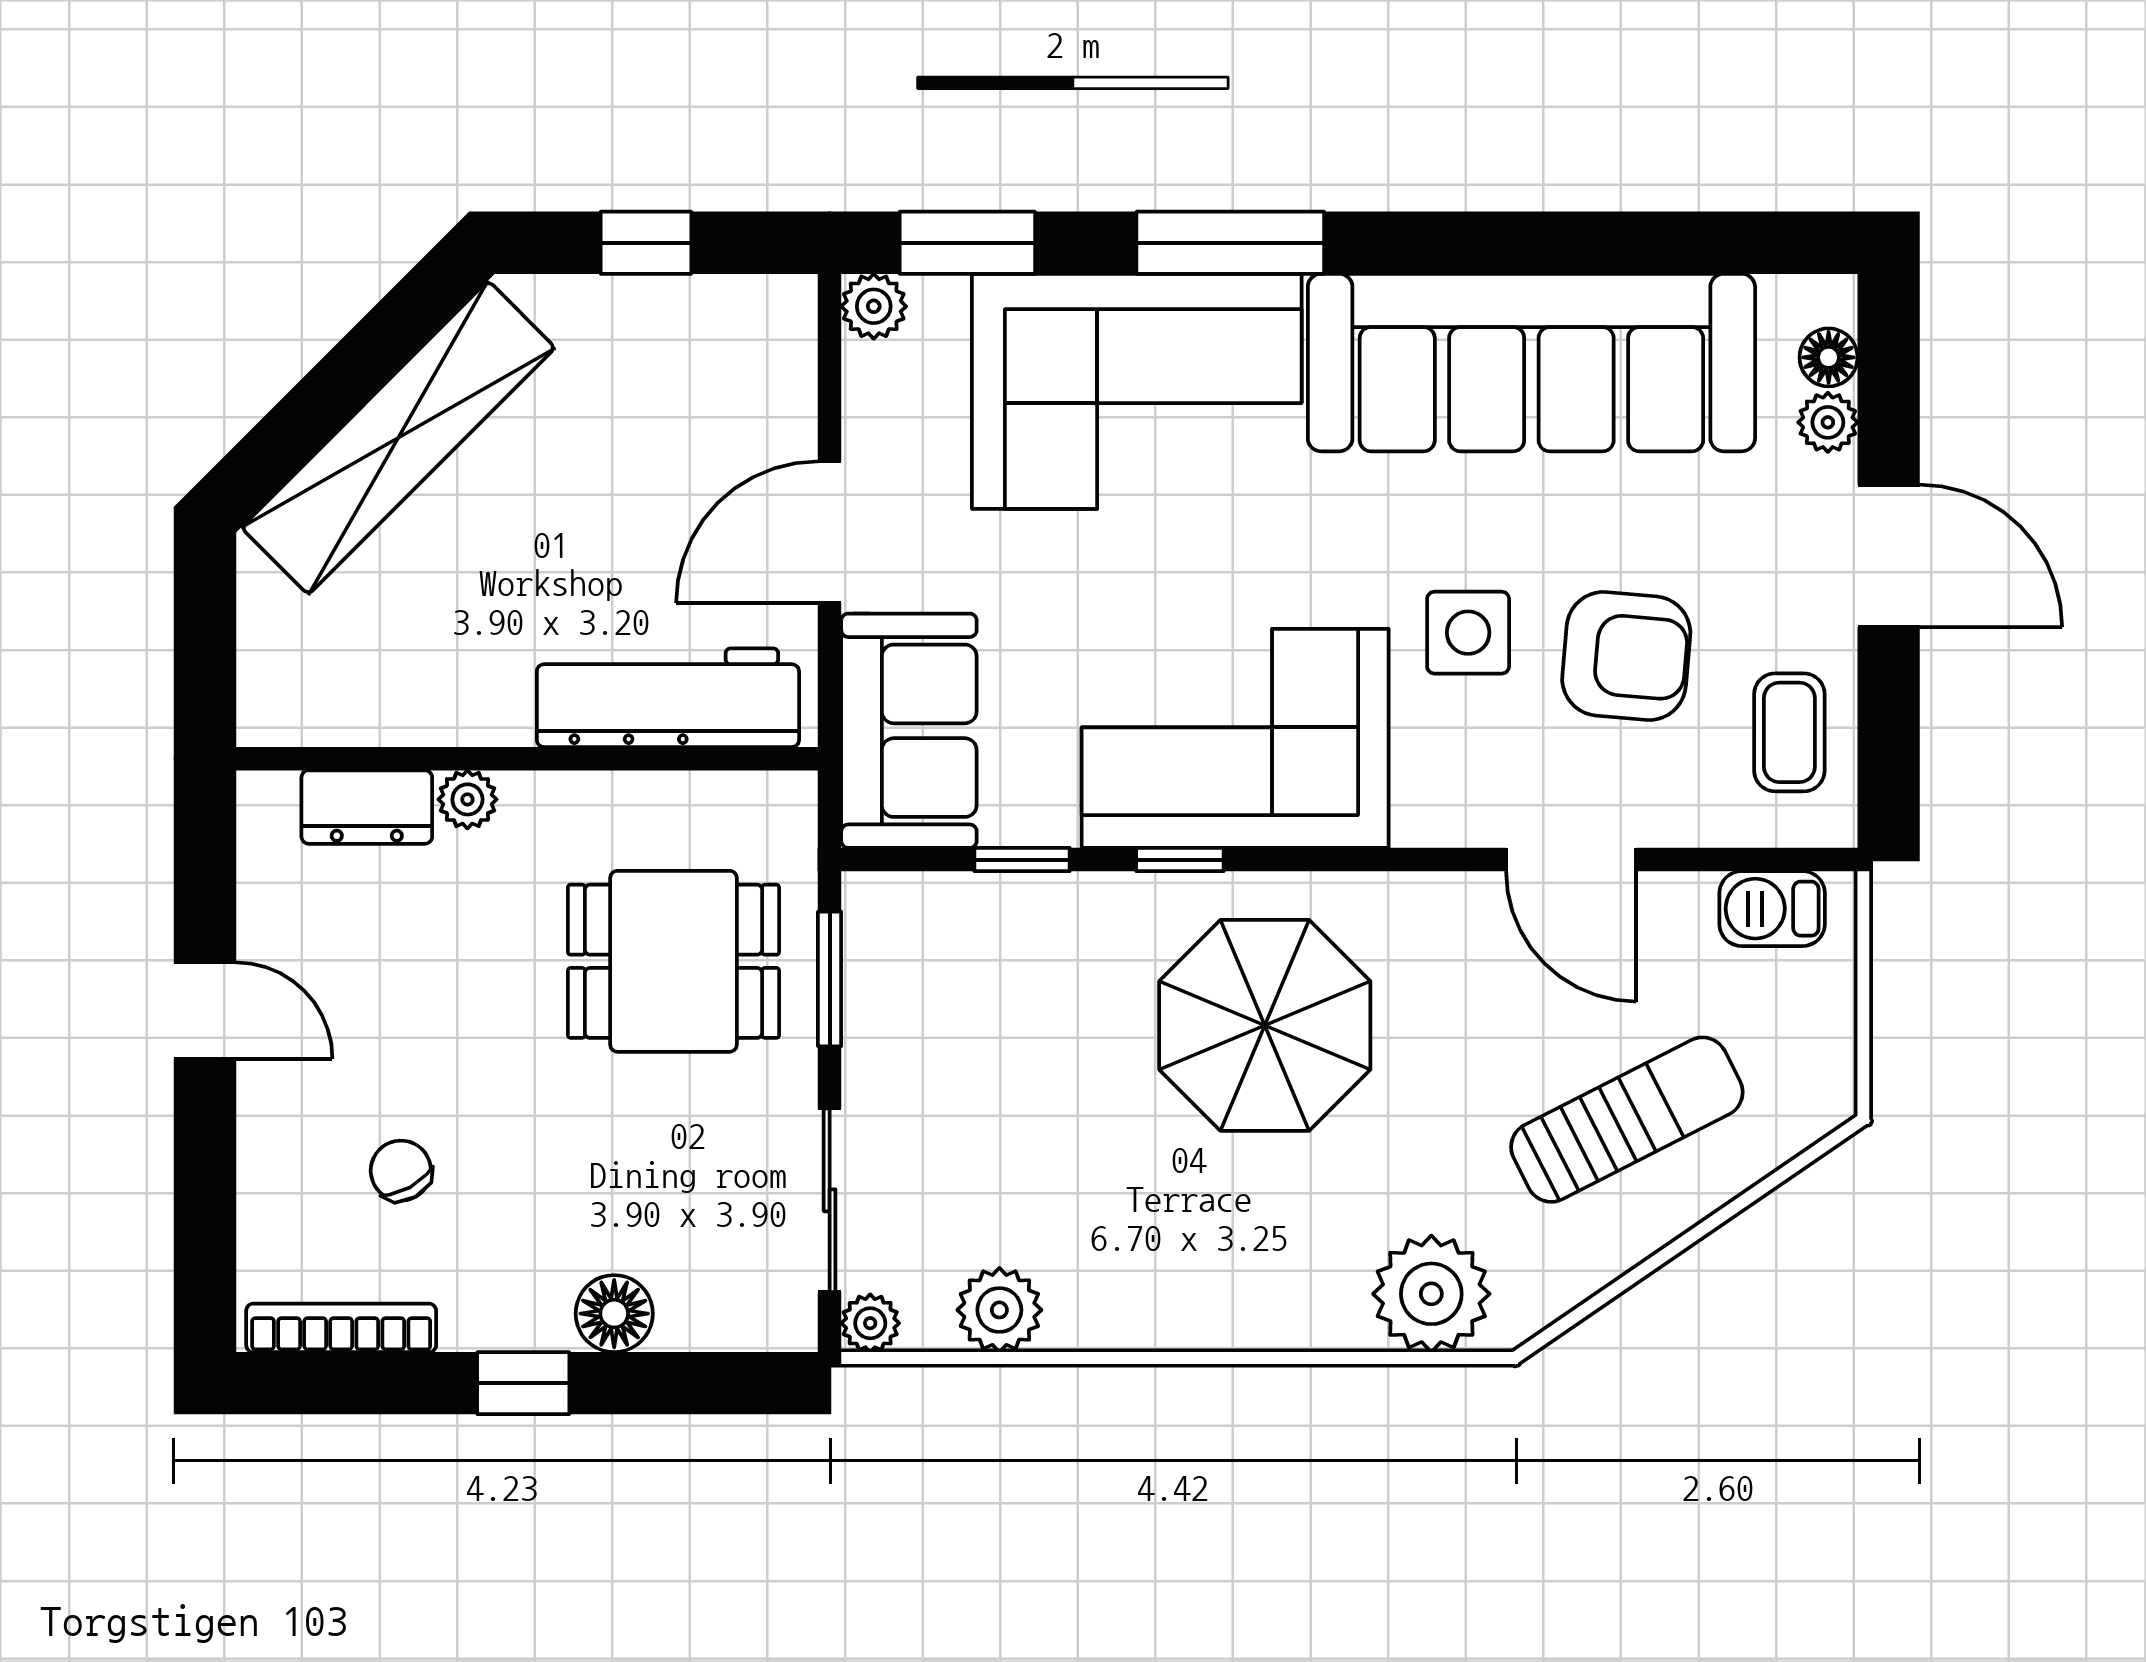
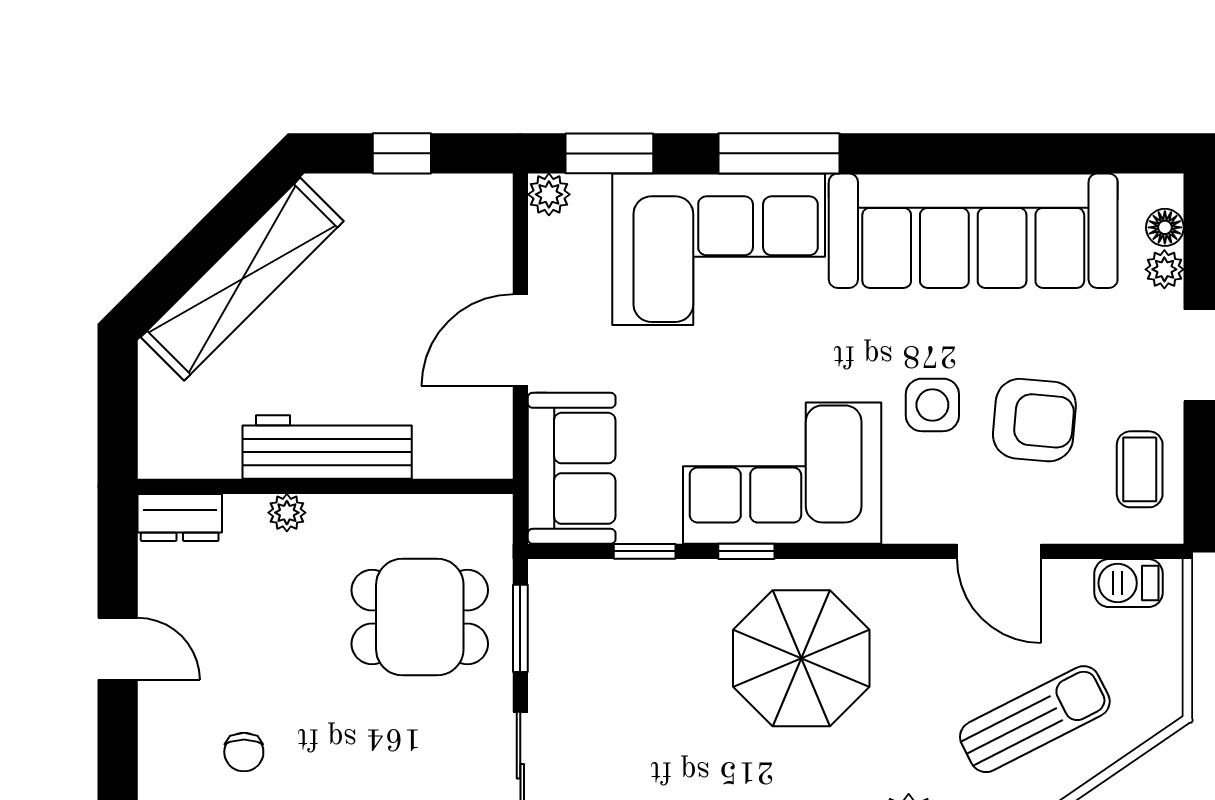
workbench: (668, 698) -> (327, 447), moved
dresser: (367, 807) -> (180, 517), moved
chair: (401, 1171) -> (244, 752), turned -151

